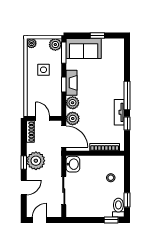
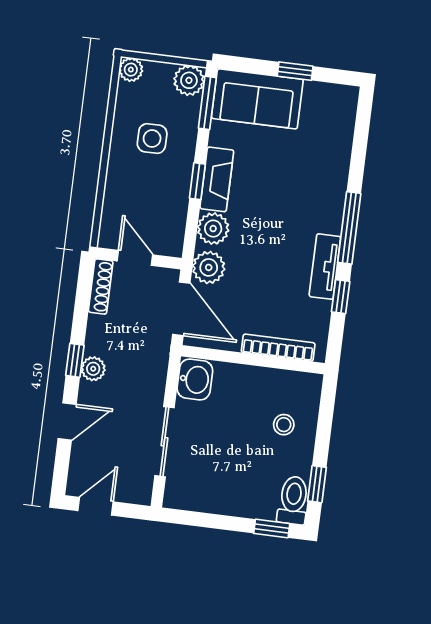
plant: (36, 161) -> (93, 369), width x0.53, depth x0.53

